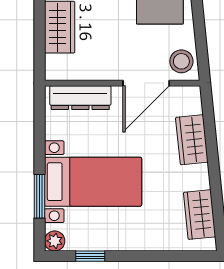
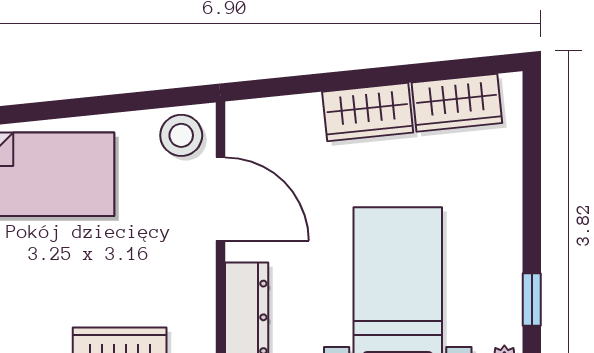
wardrobe: (192, 140) -> (368, 112), moved

